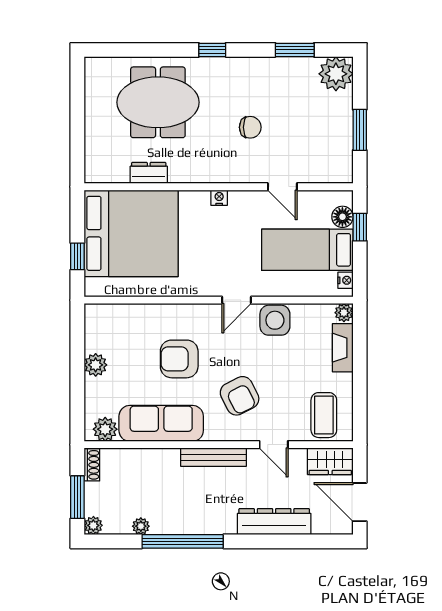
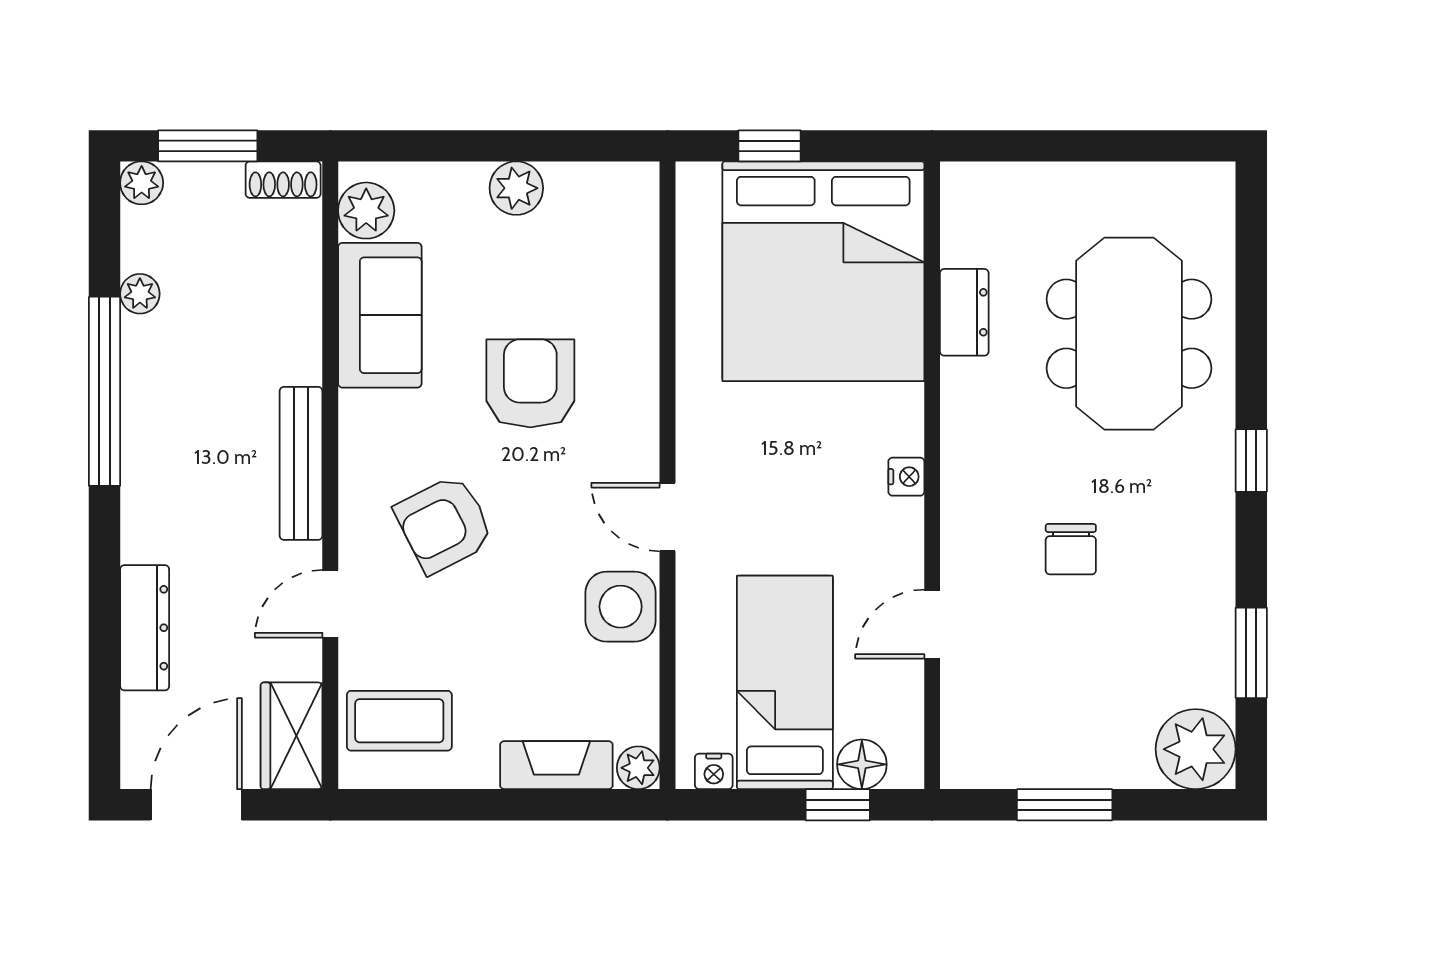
sofa: (161, 423) -> (380, 315), width x0.73
dresser: (274, 522) -> (145, 628), width x0.73, depth x0.80

